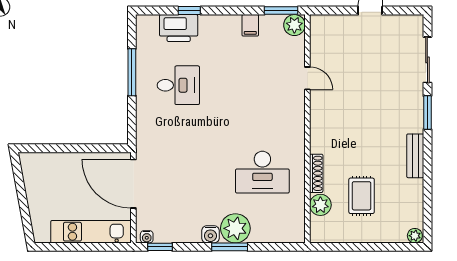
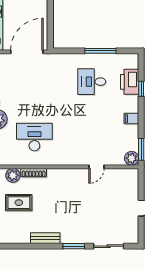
filing cabinet: (250, 25) -> (131, 119), moved
desk: (178, 85) -> (92, 82), turned 90
desk: (262, 172) -> (34, 137), turned 90

